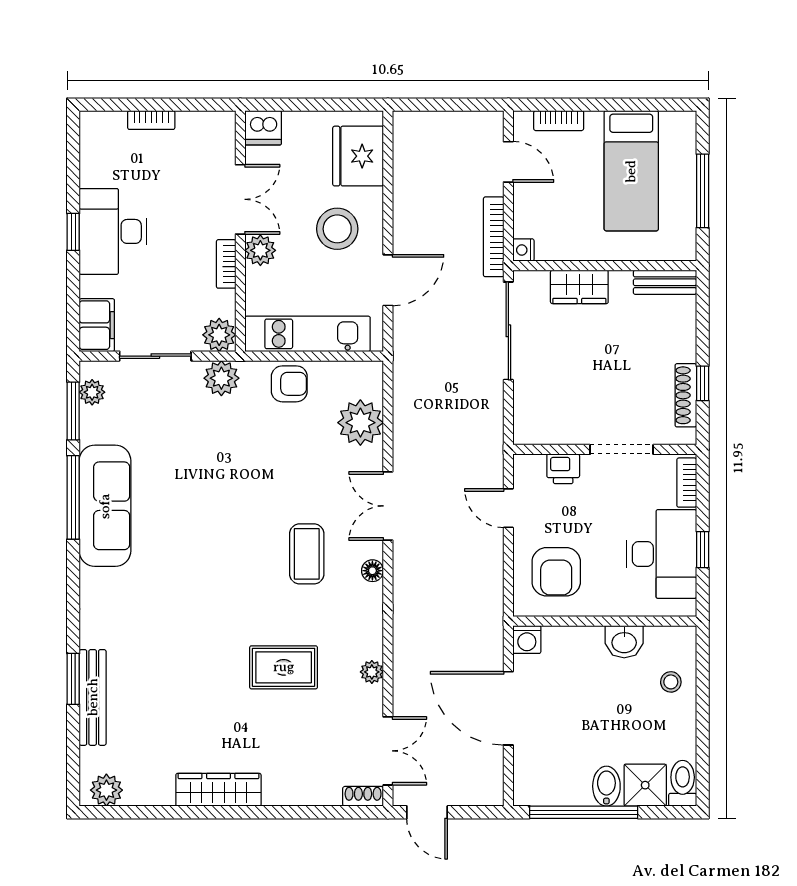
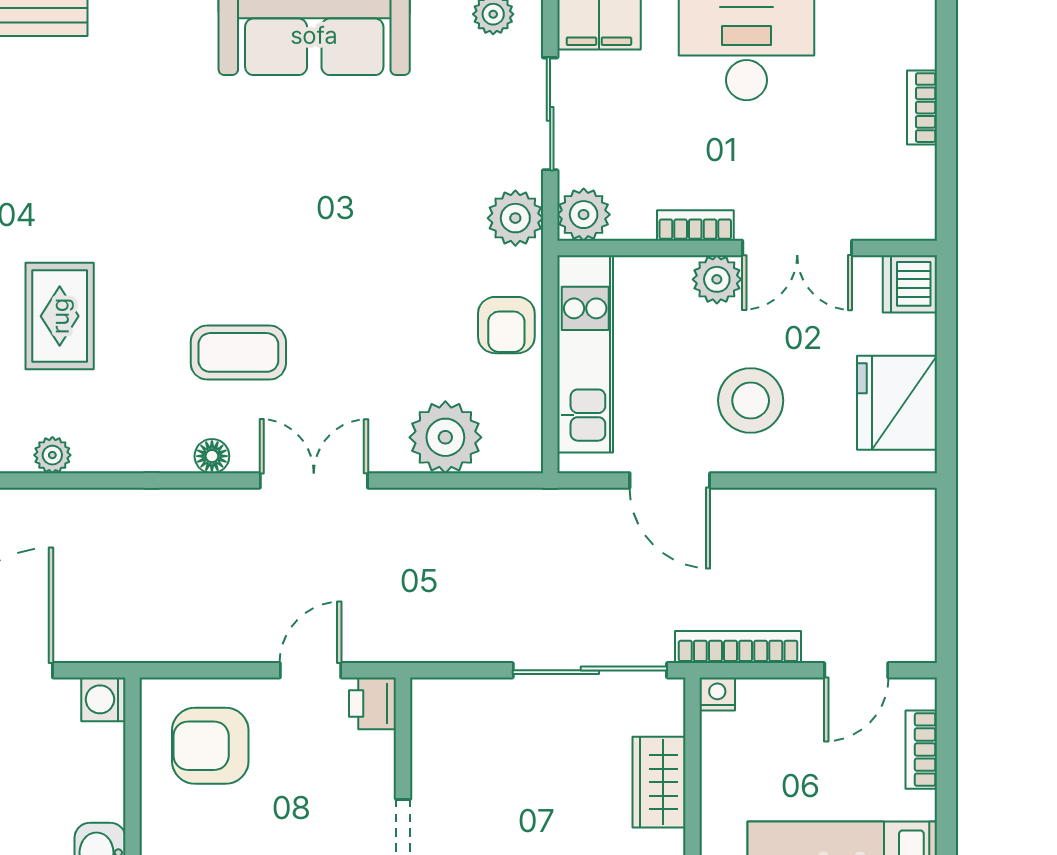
fridge: (358, 156) -> (897, 403), moved, turned -90
printer: (563, 469) -> (373, 704), moved

